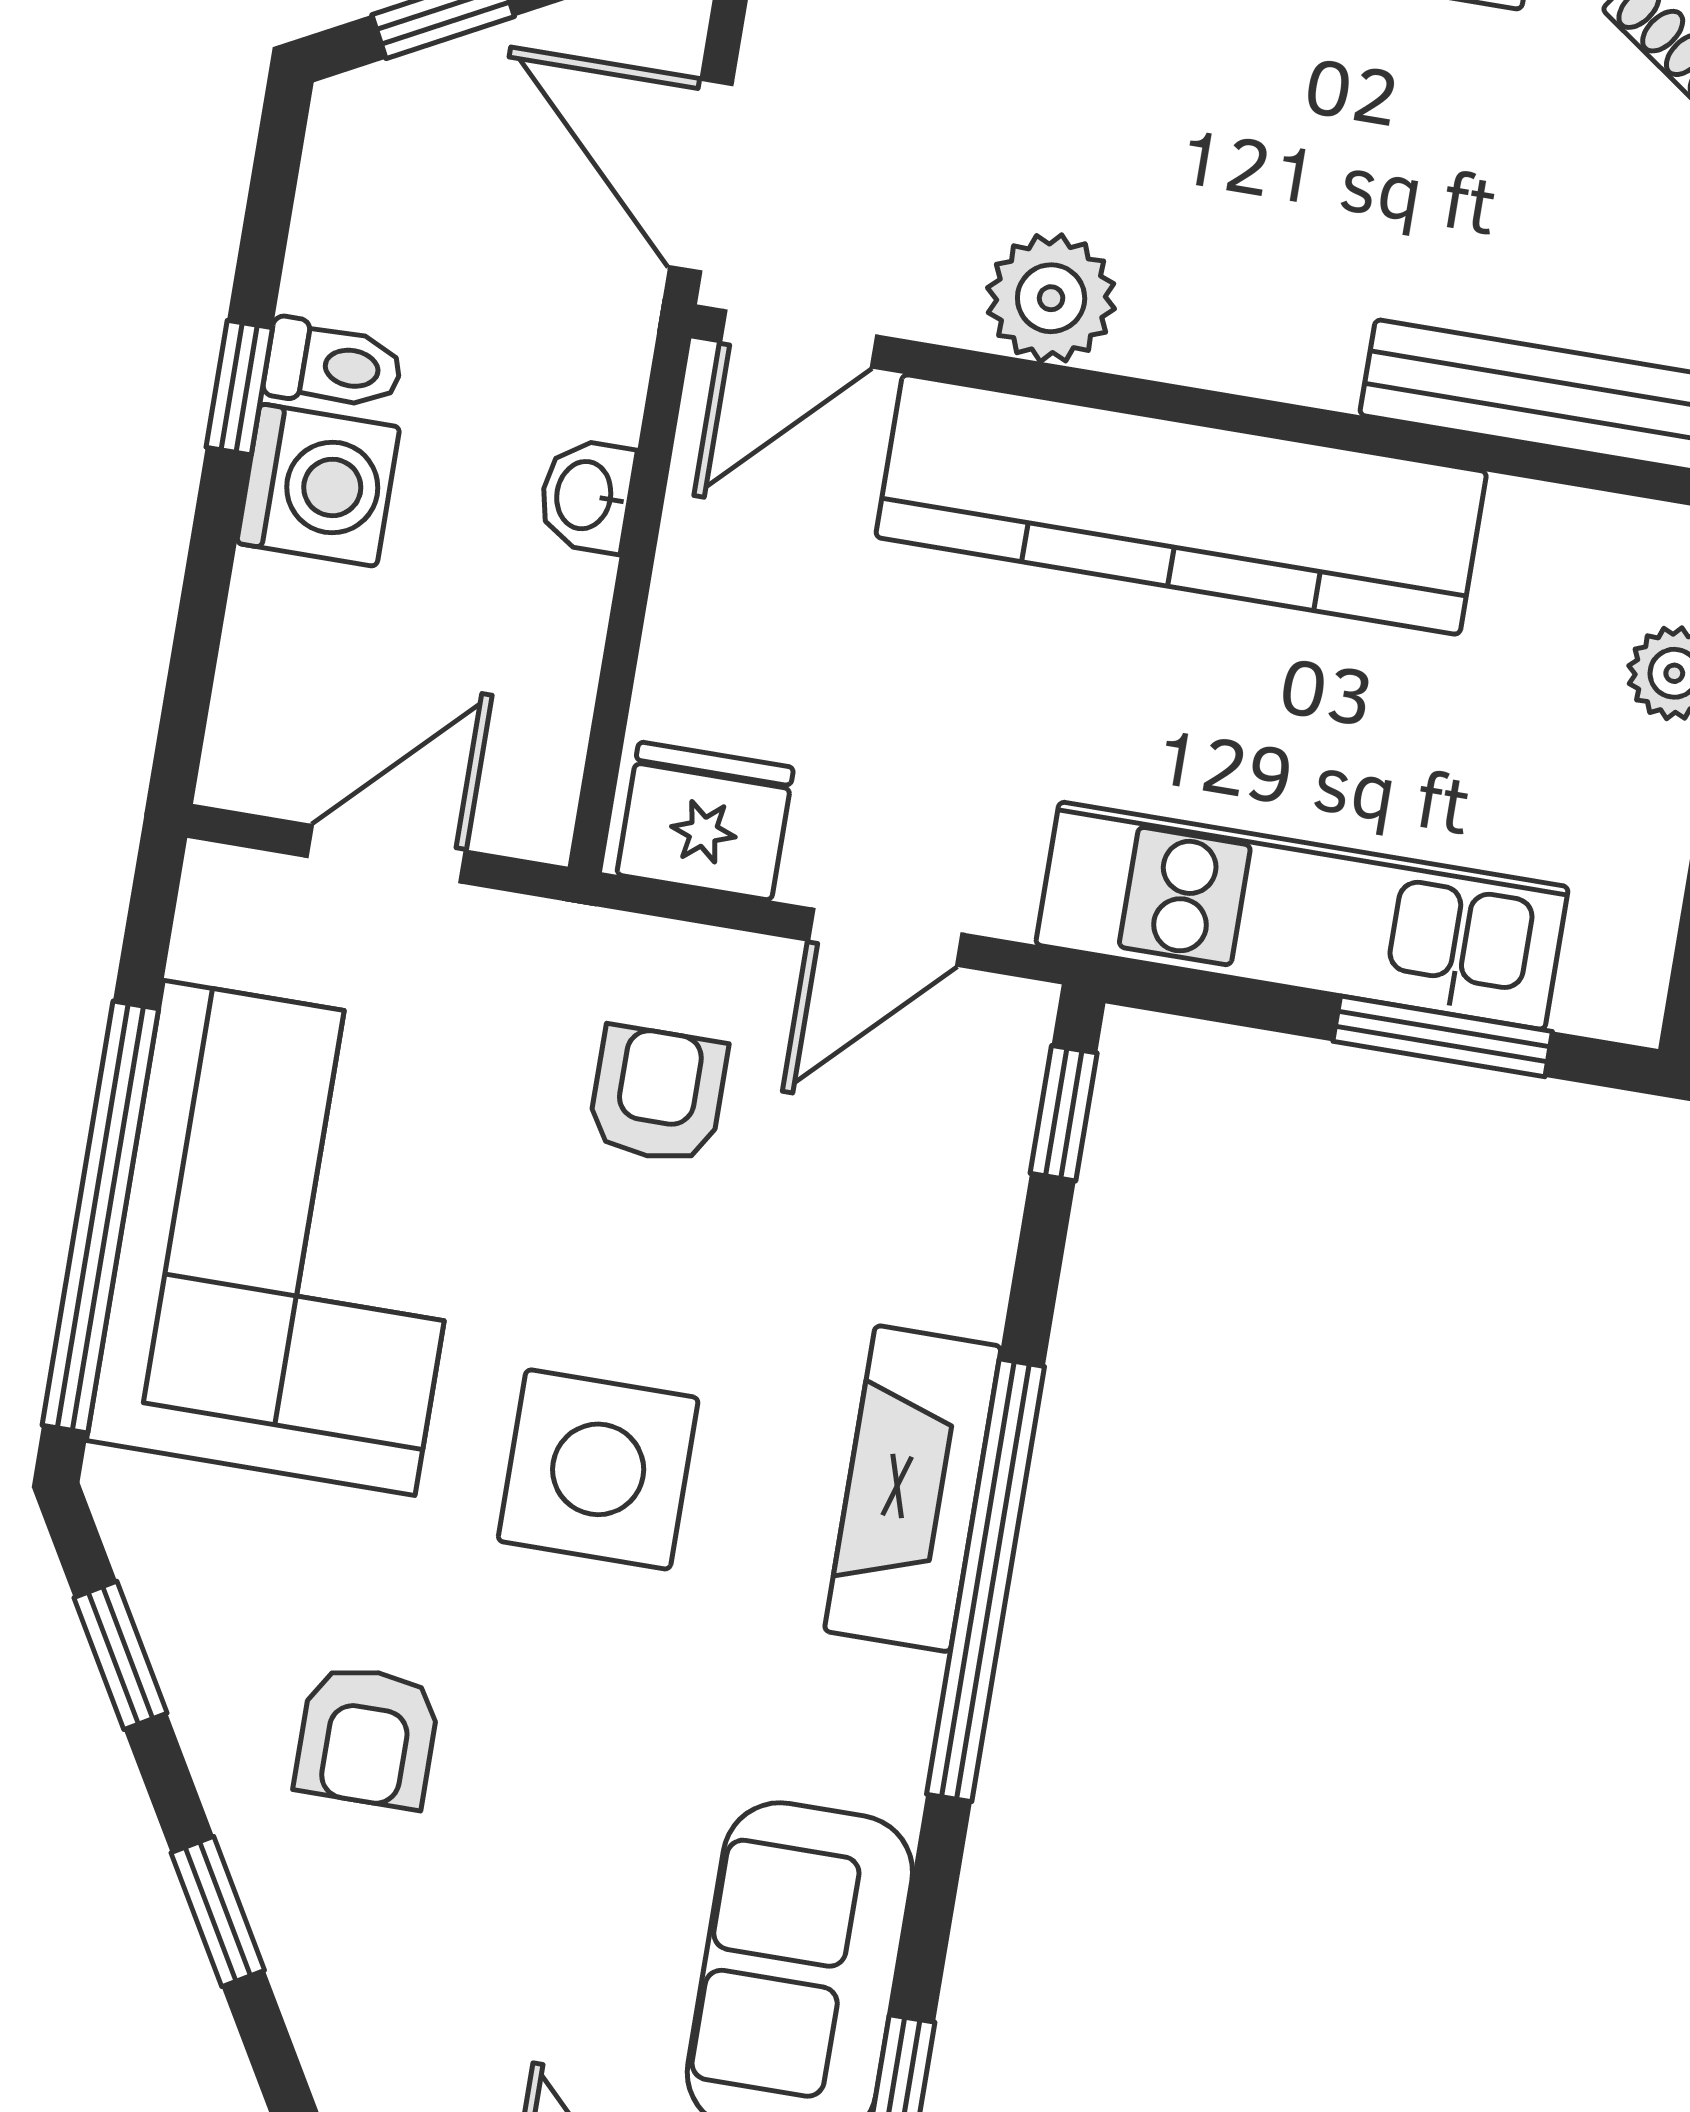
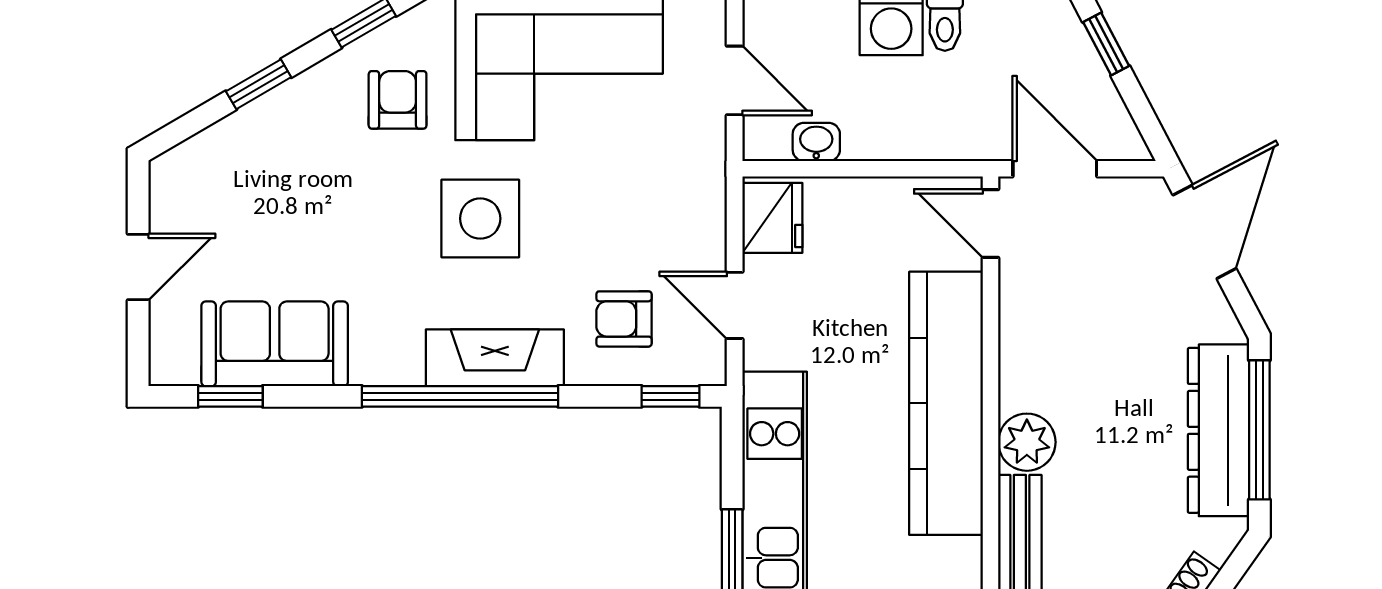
door: (701, 176) -> (1055, 169), hinge flipped
plant: (1051, 298) -> (1027, 442), moved
washbasin: (586, 496) -> (816, 142), moved
armchair: (658, 1095) -> (624, 319), moved, turned 180
armchair: (367, 1737) -> (398, 100), moved, turned 90

